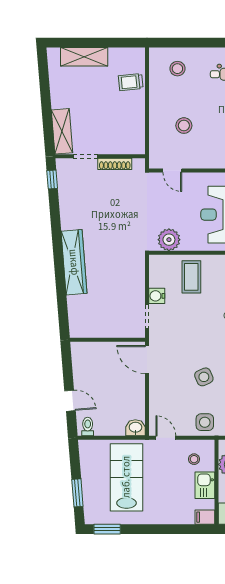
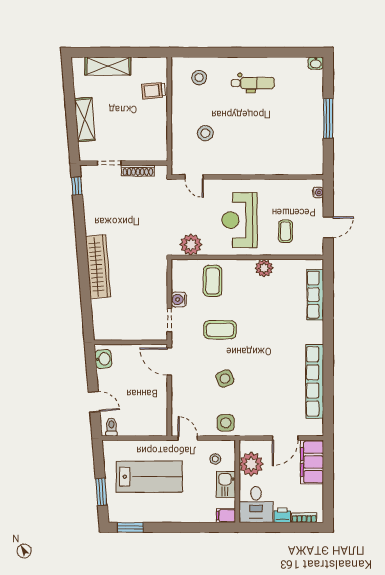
shelving: (62, 131) -> (85, 120), moved
coffee table: (199, 327) -> (220, 330), added
washbasin: (135, 428) -> (103, 359), moved, turned 85
lab bench: (126, 477) -> (149, 477), turned 90

